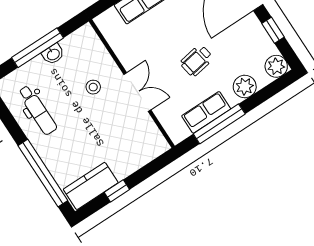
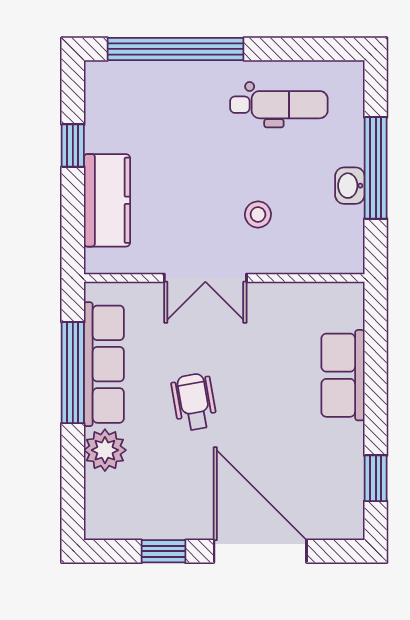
plant: (276, 66) -> (104, 520), removed
dental chair: (38, 110) -> (279, 105), turned 180
row of seats: (206, 112) -> (104, 364), width x1.48
kitchen counter: (91, 186) -> (107, 200), moved

